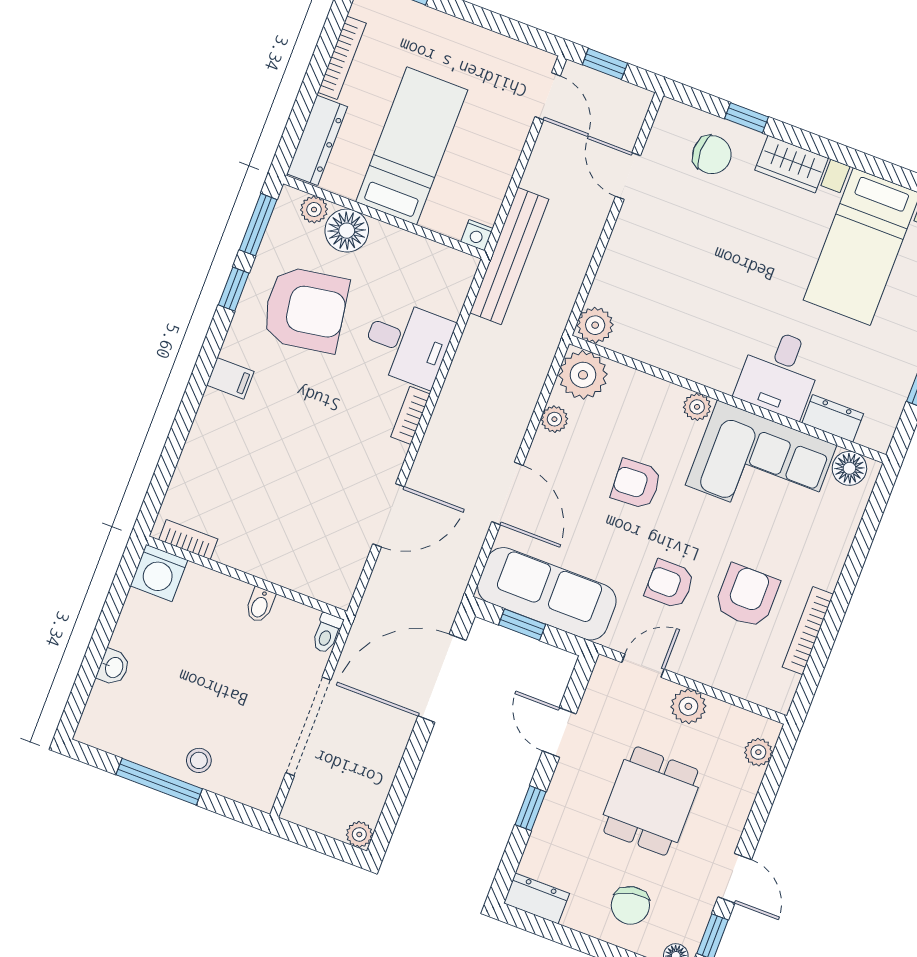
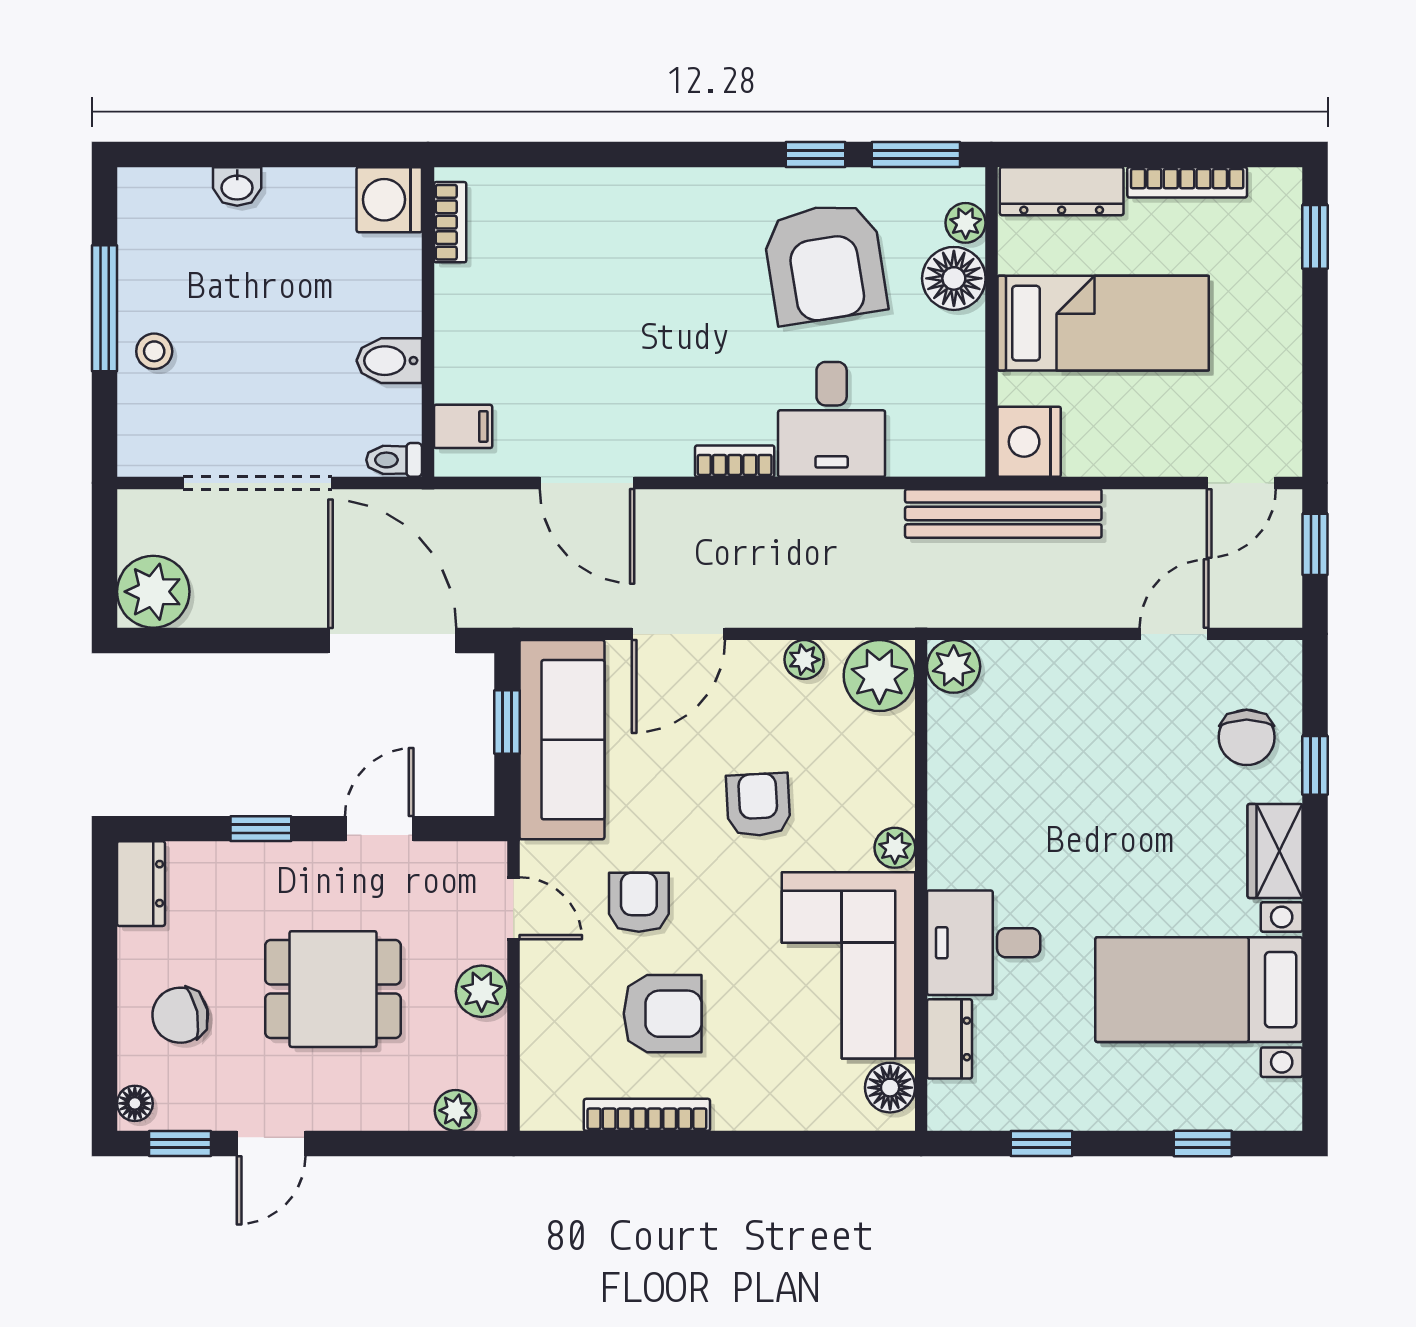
nightstand: (477, 235) -> (1029, 442), width x1.89, depth x1.79
filing cabinet: (230, 378) -> (463, 426), moved, turned -90
bidet: (260, 605) -> (389, 361), width x1.38, depth x1.36
plant: (359, 834) -> (153, 592), width x1.88, depth x1.88

